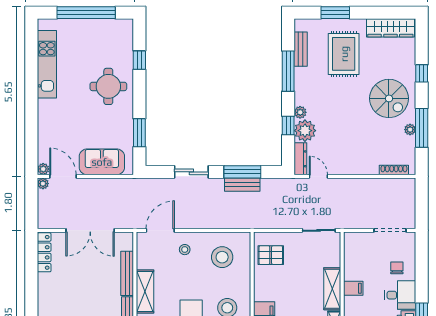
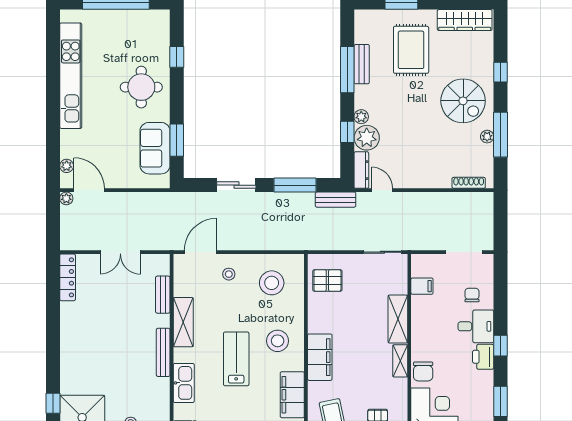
bench: (301, 49) -> (362, 64), moved
kitchen unit: (47, 64) -> (71, 76), width x1.36
sofa: (102, 162) -> (155, 148), moved, turned -90
plant: (43, 169) -> (67, 166), moved
bench: (242, 185) -> (336, 200), moved
double door: (90, 230) -> (120, 252), width x0.73
bench: (127, 273) -> (163, 295), width x0.73
filing cabinet: (353, 288) -> (422, 286), moved

